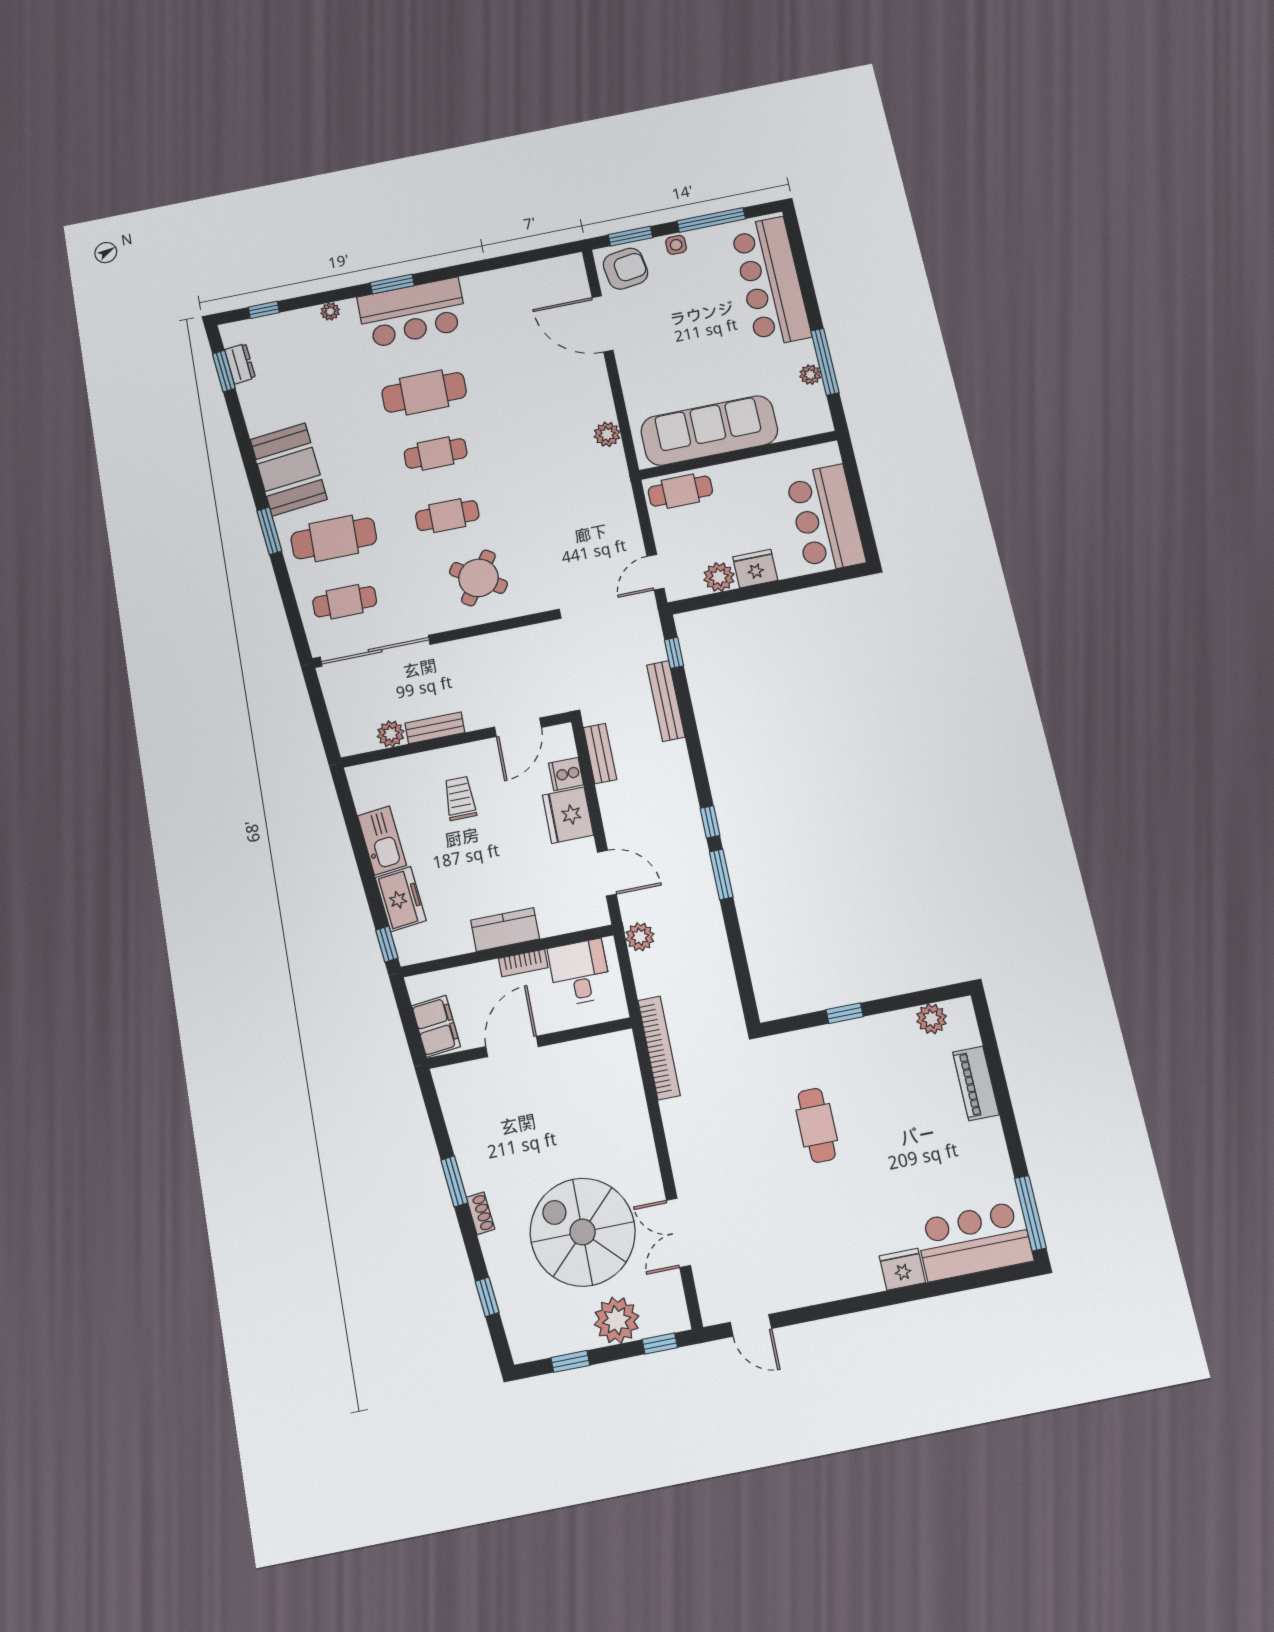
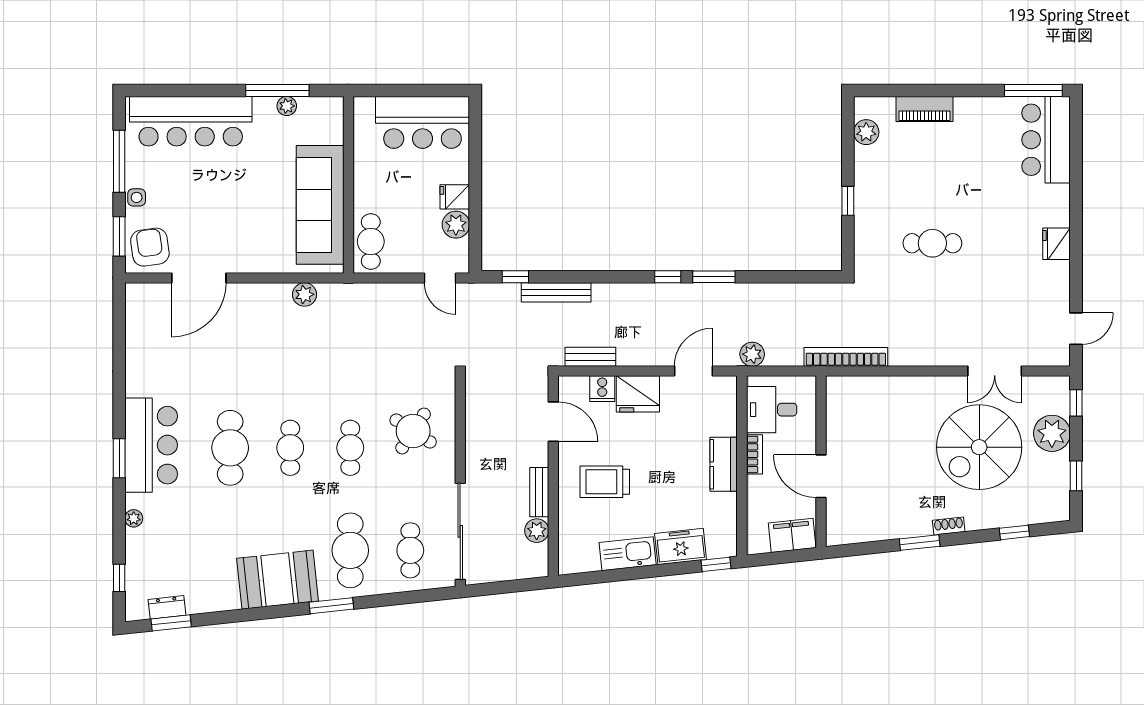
fridge: (755, 569) -> (455, 197), width x0.72
trolley: (460, 798) -> (605, 482), width x1.36, depth x1.39
fridge: (902, 1269) -> (1057, 244), moved

